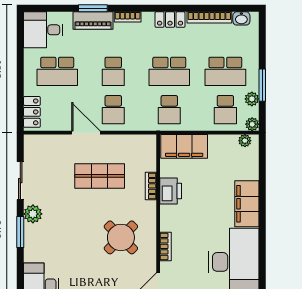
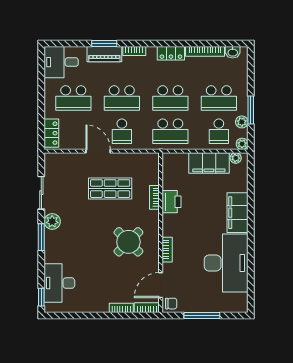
school desk: (113, 71) -> (122, 98), width x1.85
school desk: (169, 110) -> (170, 131), width x1.85
filing cabinet: (184, 146) -> (209, 163), moved

